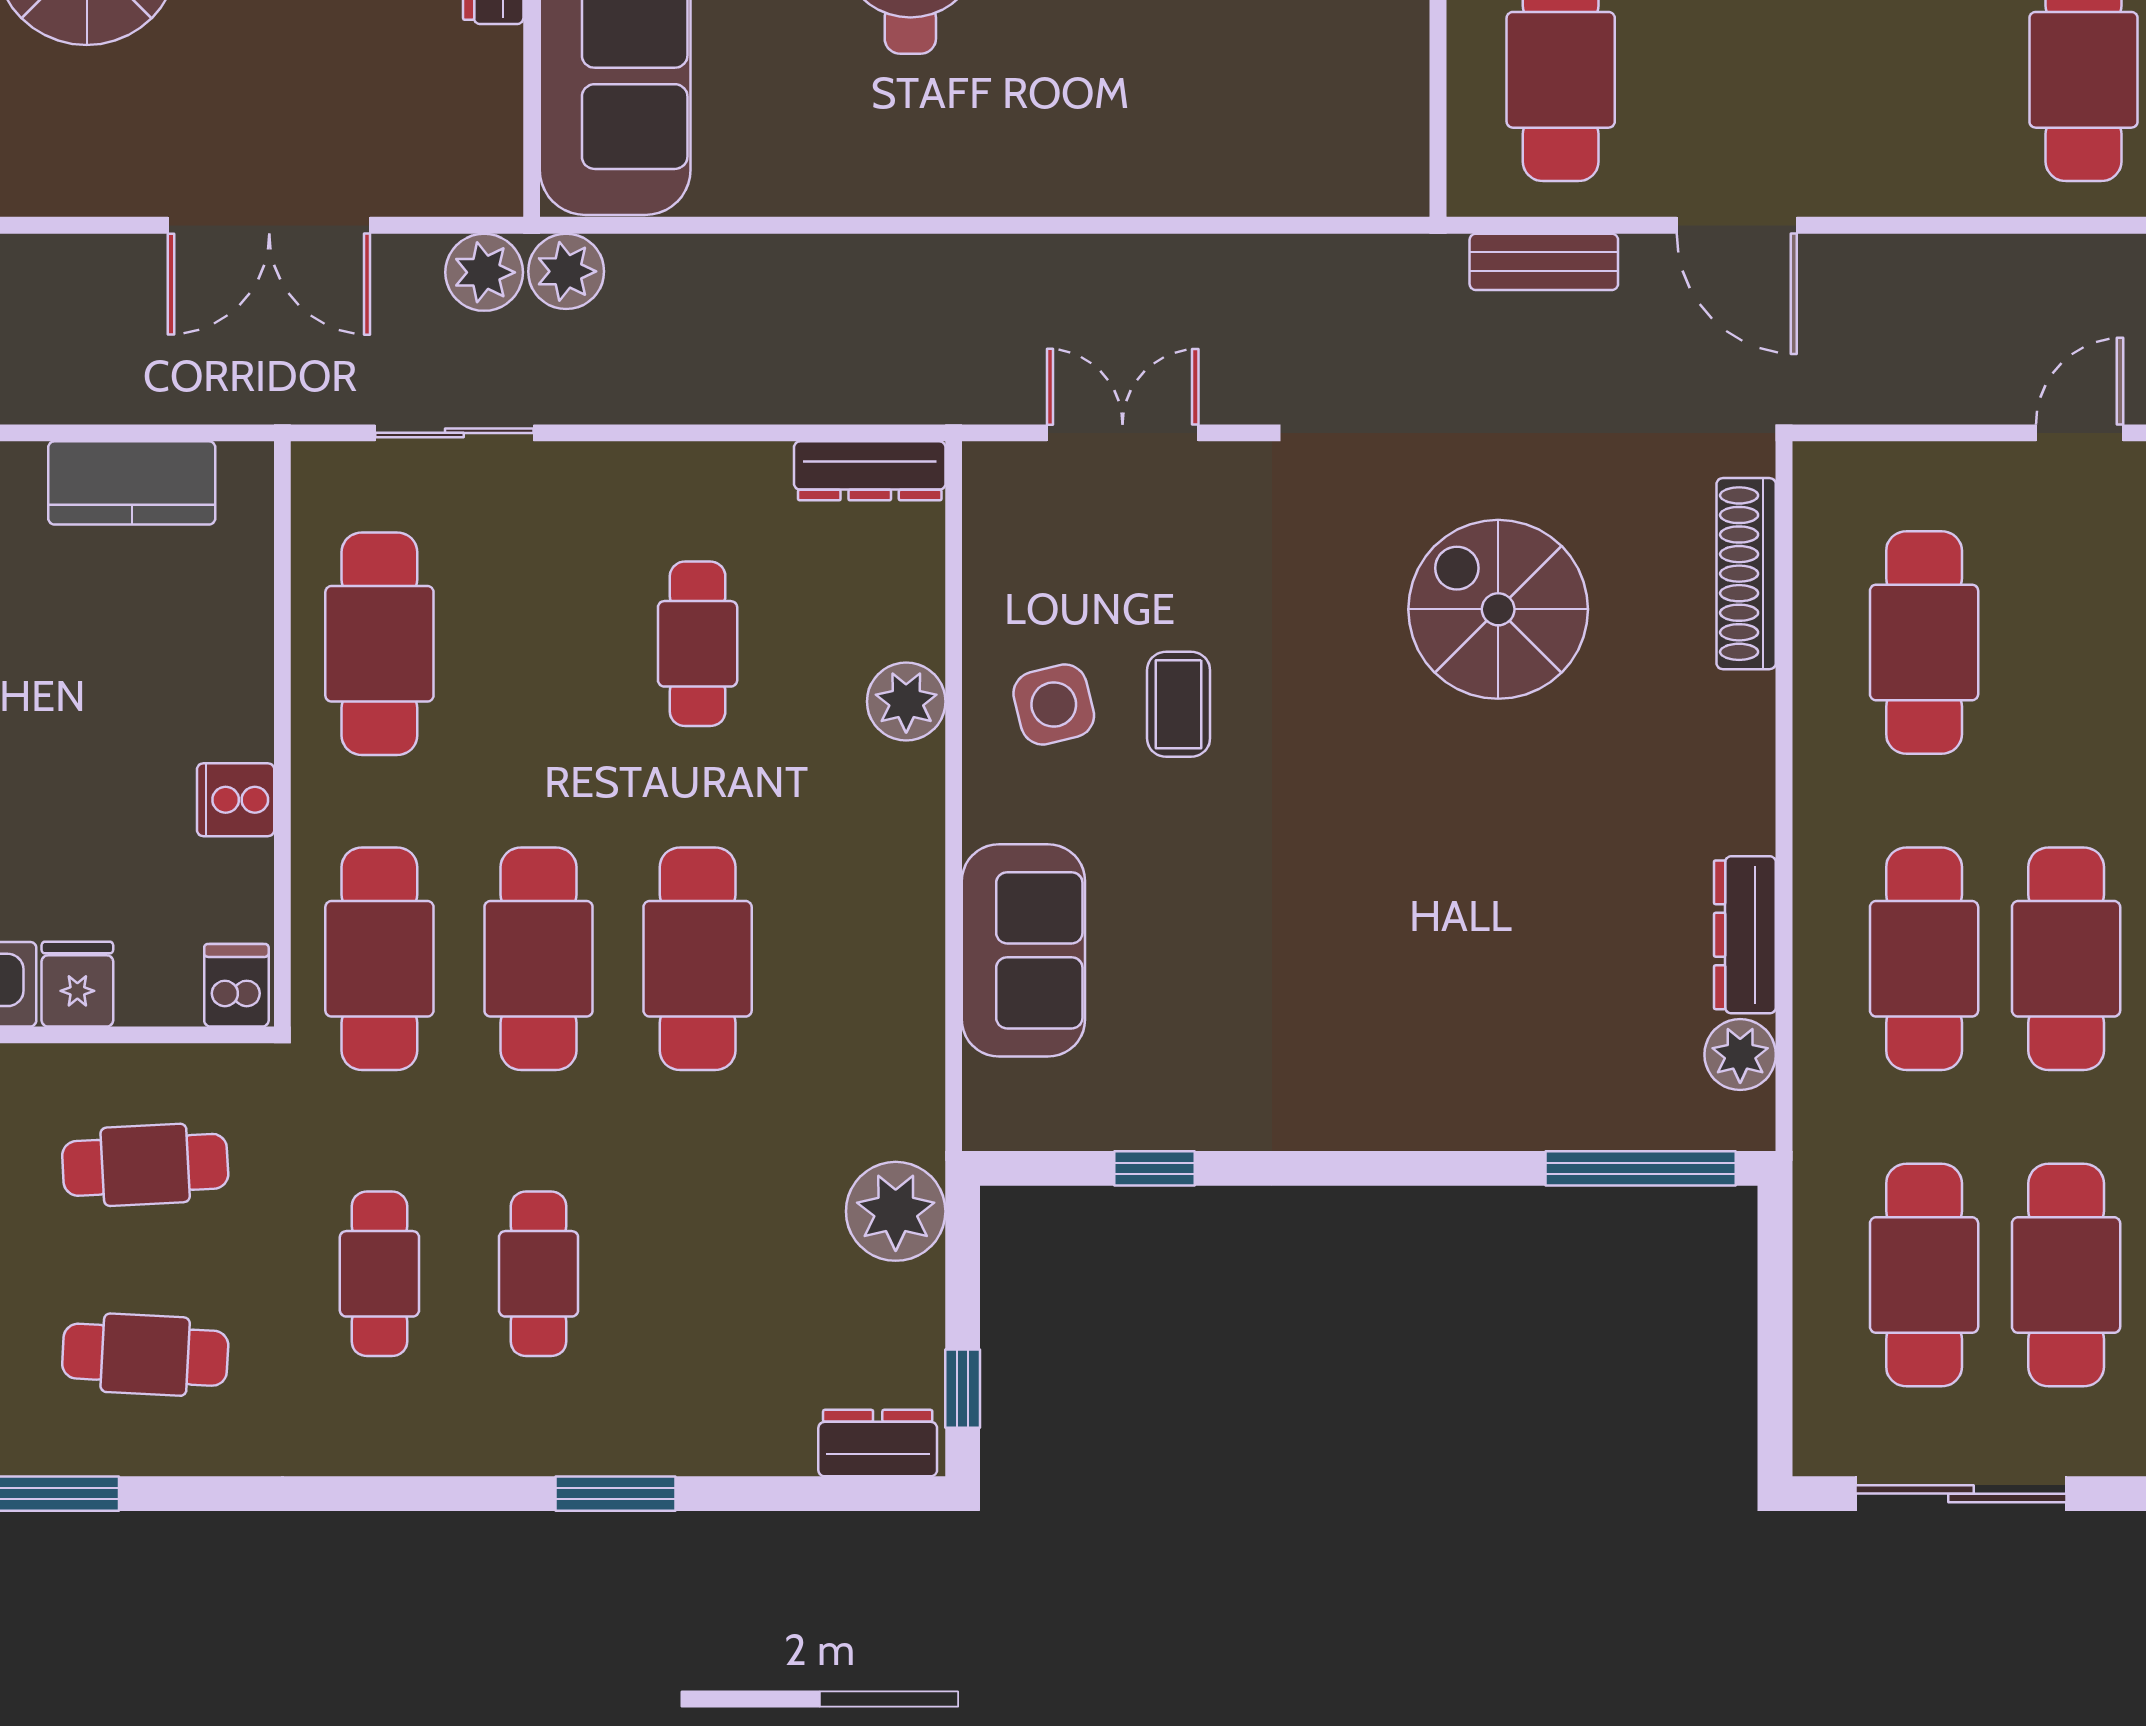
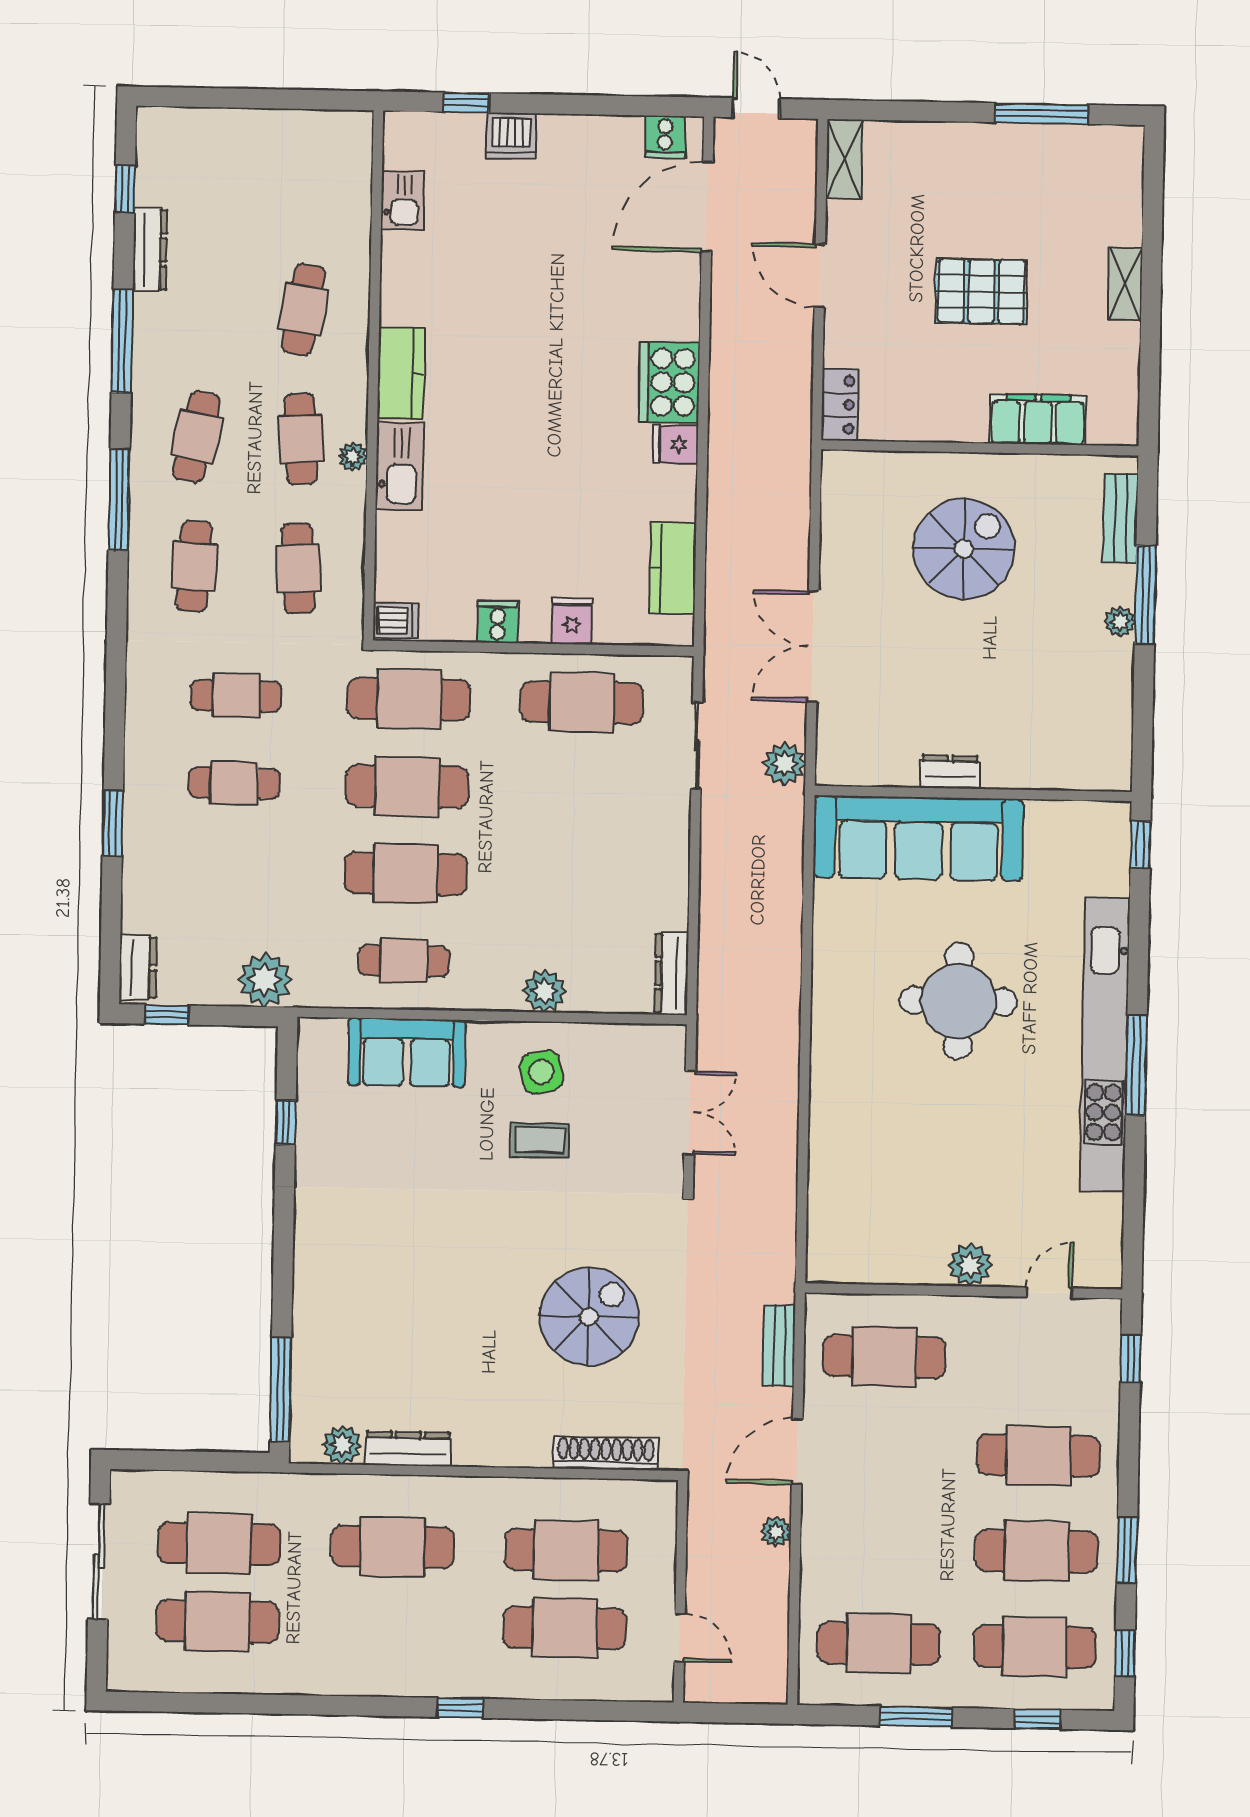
plant: (566, 271) -> (776, 1532), moved, width x0.73, depth x0.73
cafe table: (698, 644) -> (404, 961), moved
cafe table: (2066, 959) -> (565, 1628), moved
fridge: (77, 984) -> (572, 621), moved, turned -90

